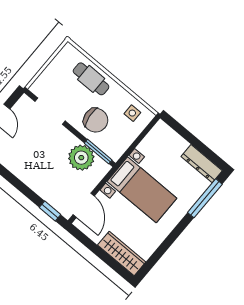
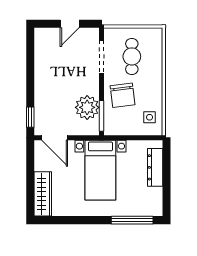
cafe table: (91, 79) -> (132, 56), moved
dresser: (202, 164) -> (155, 167), moved
door: (84, 205) -> (55, 138), hinge flipped

